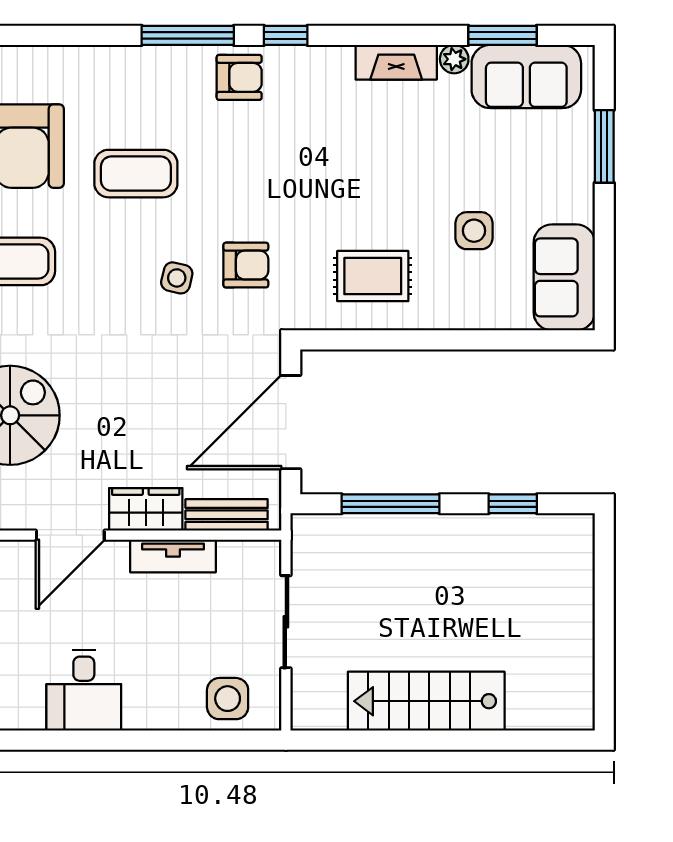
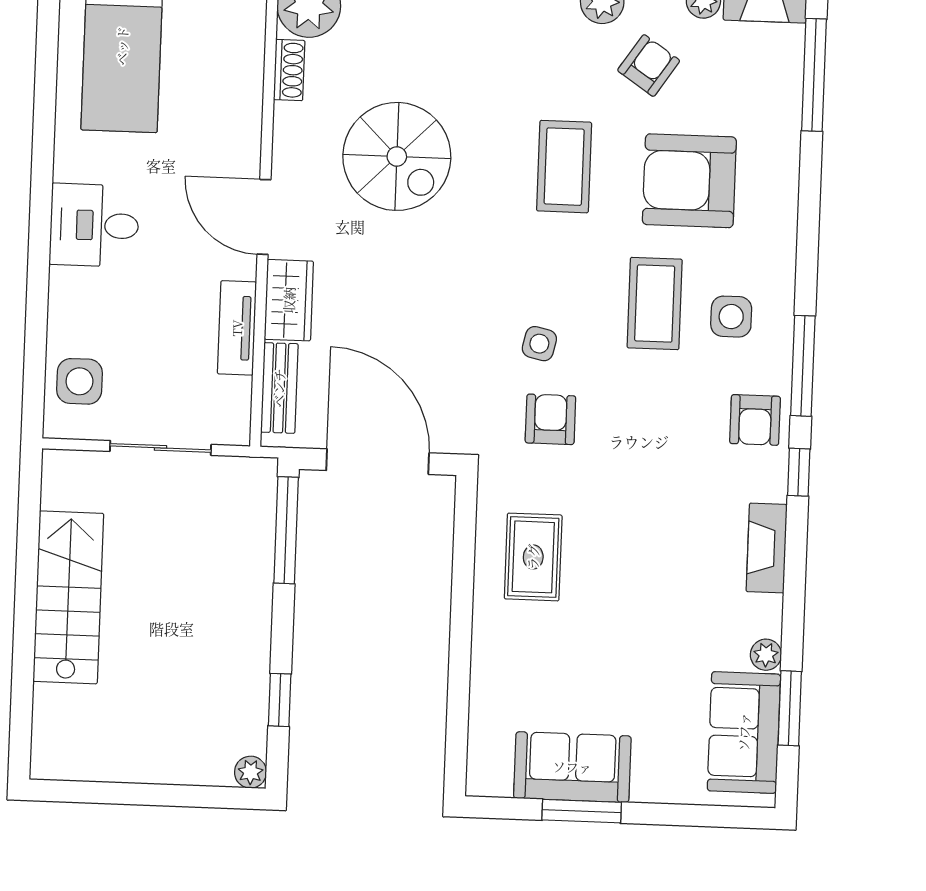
fireplace: (396, 62) -> (767, 548), moved
window: (604, 146) -> (582, 811), moved
side table: (474, 231) -> (731, 317), moved
armchair: (246, 265) -> (550, 419), turned 180
sofa: (564, 277) -> (572, 767), moved
window: (391, 504) -> (286, 530), moved
plant: (580, 528) -> (250, 772), added

